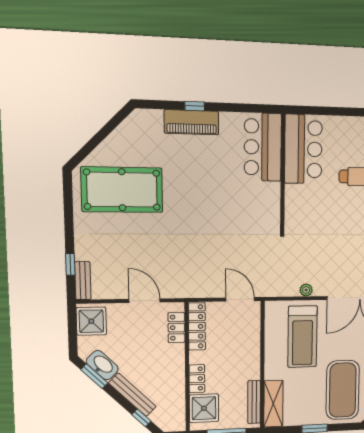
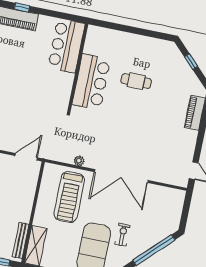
bar counter: (303, 149) -> (91, 82), moved
door: (240, 299) -> (26, 157), hinge flipped

